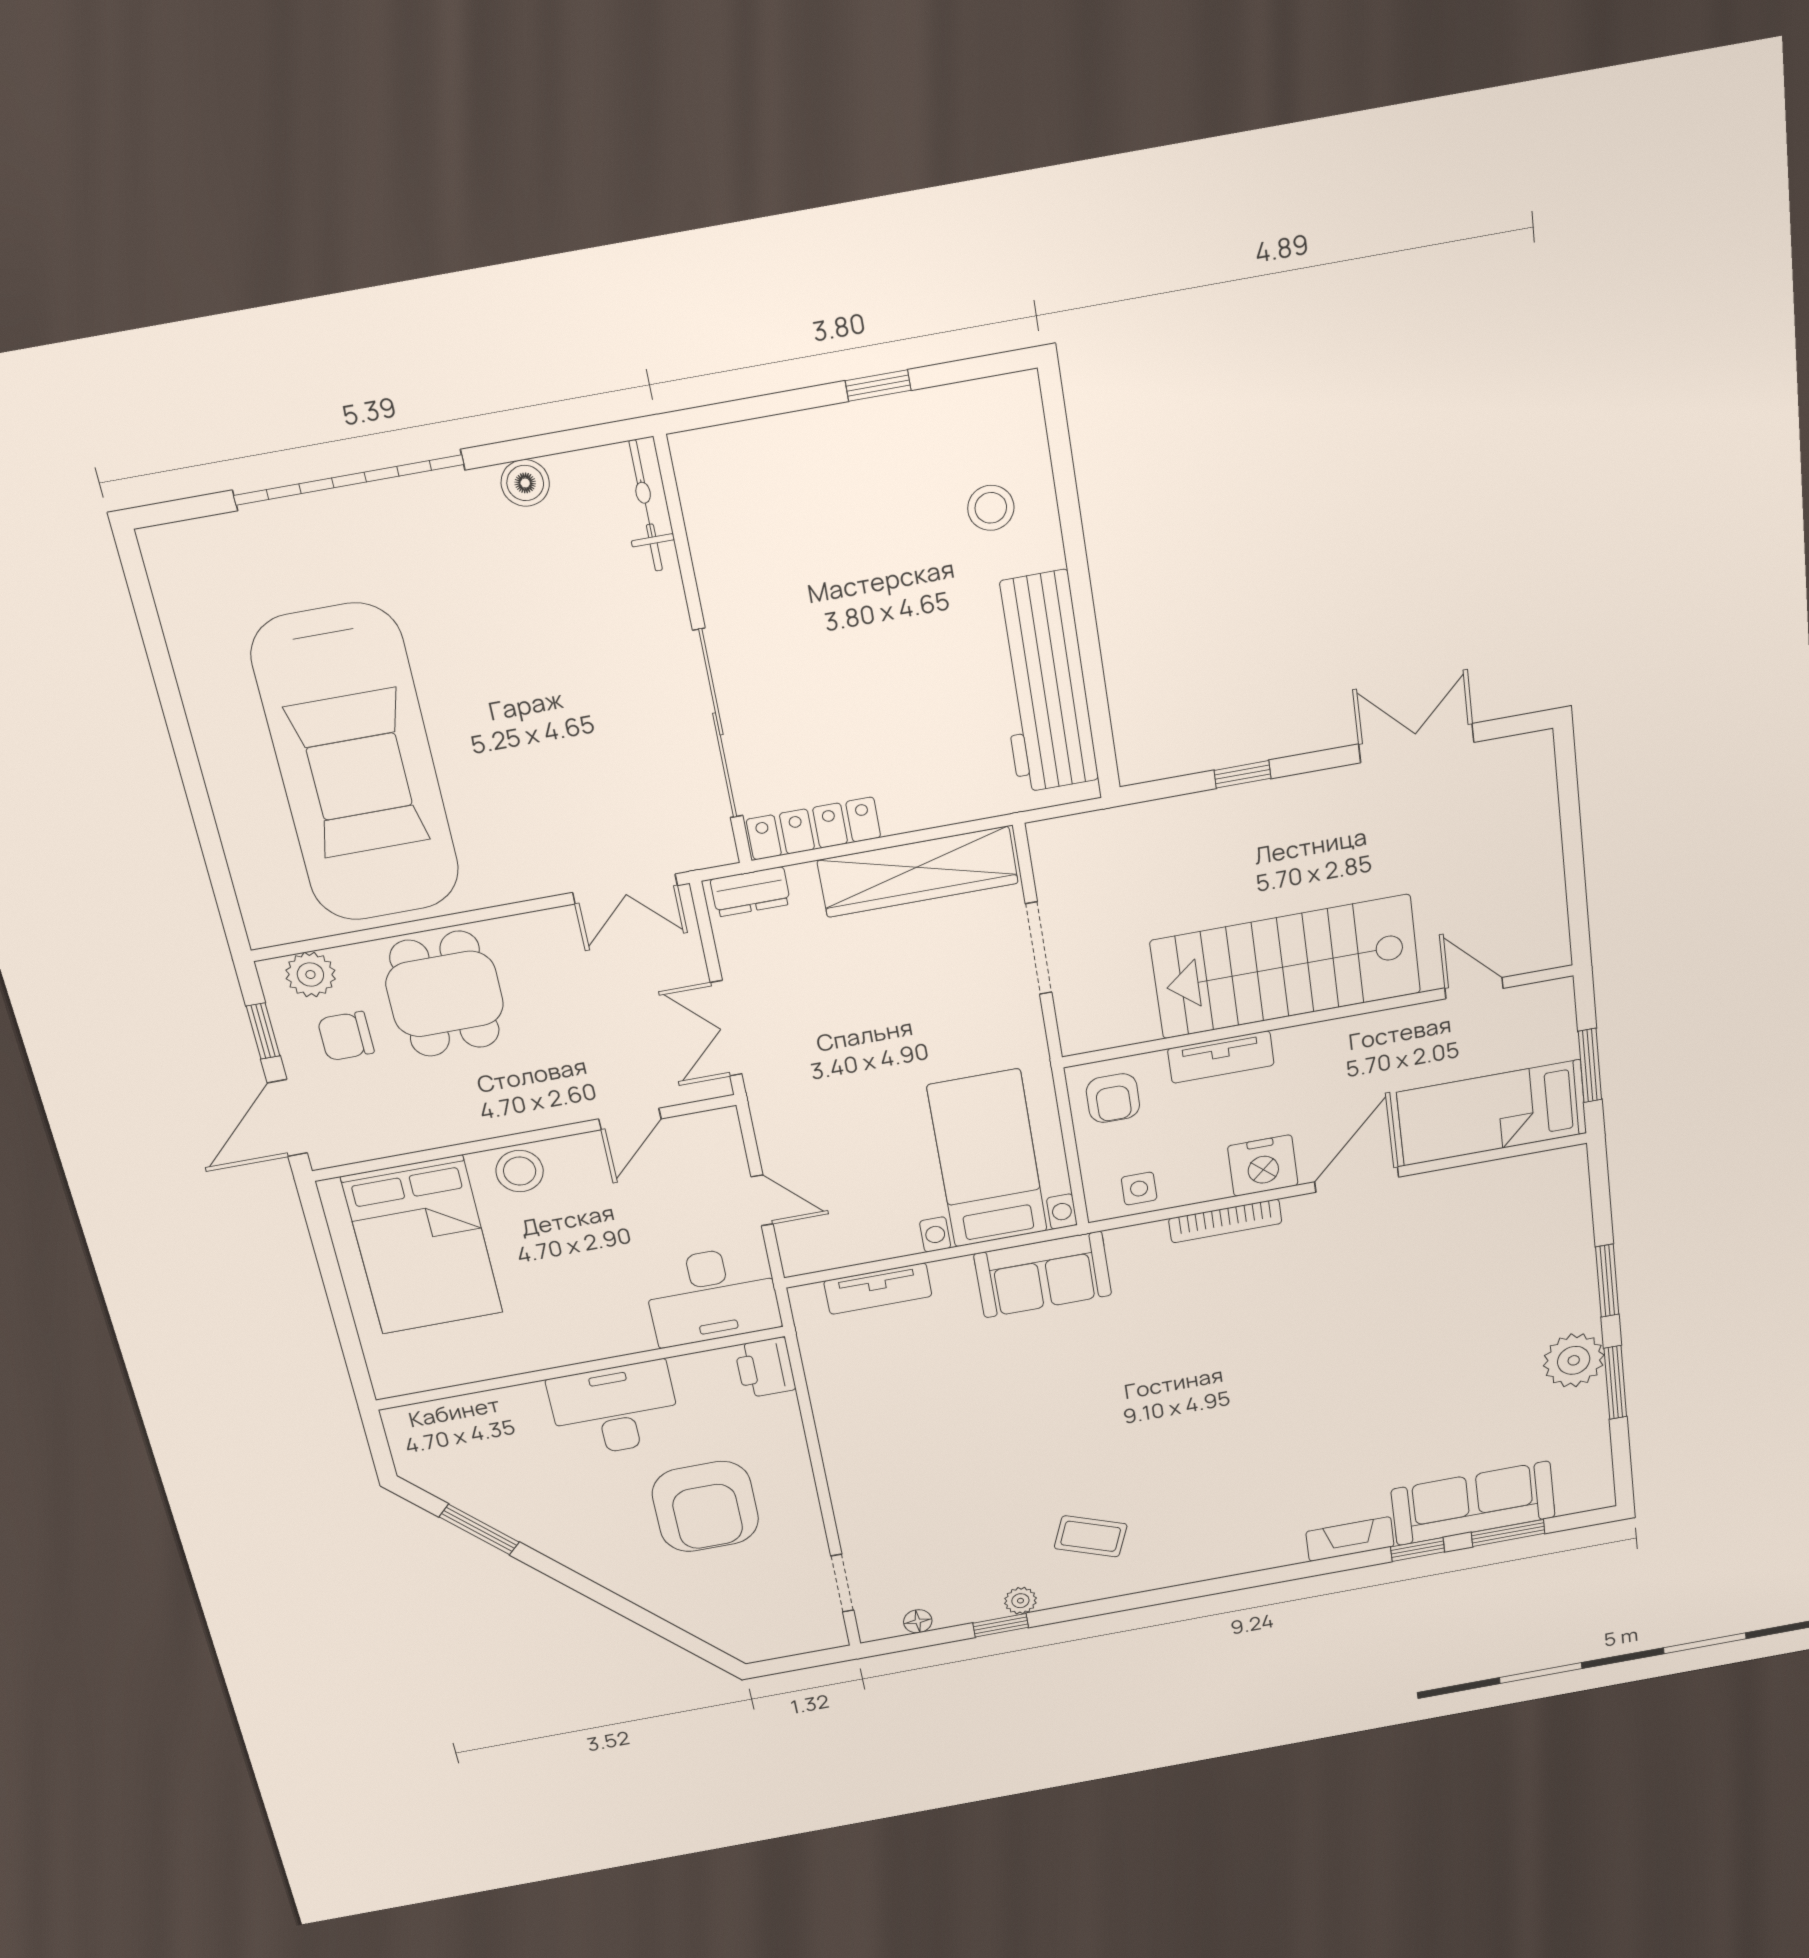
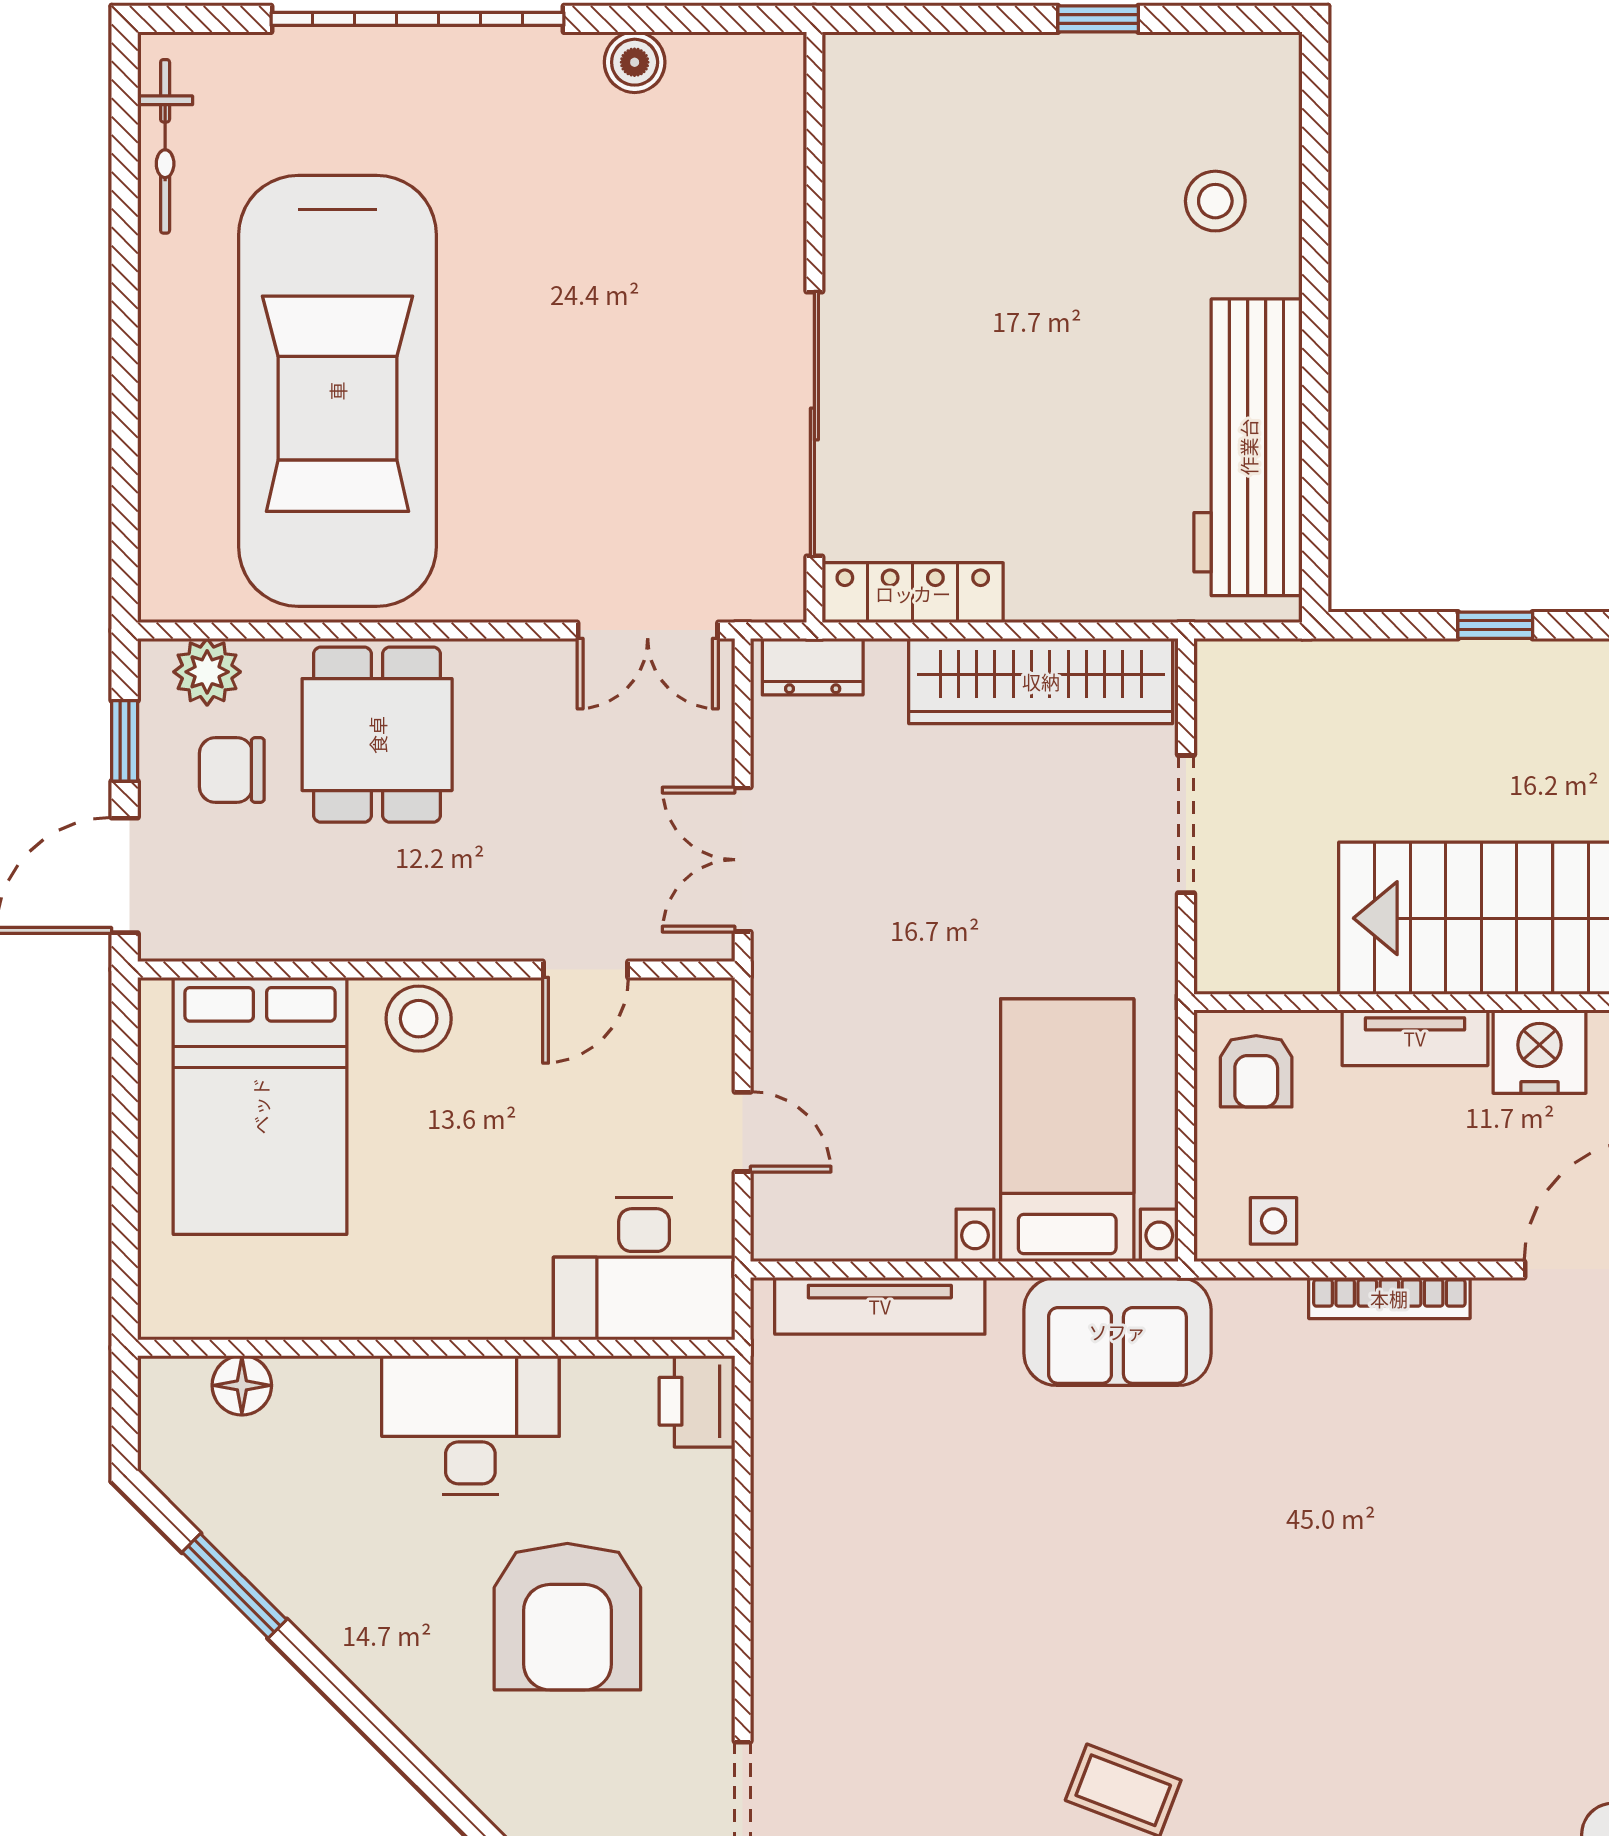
bicycle: (646, 506) -> (165, 146), moved, turned 180
nightstand: (1263, 1166) -> (1539, 1052), moved, turned 180
tv unit: (878, 1289) -> (880, 1306), width x1.41
floor lamp: (454, 1414) -> (242, 1385), added

